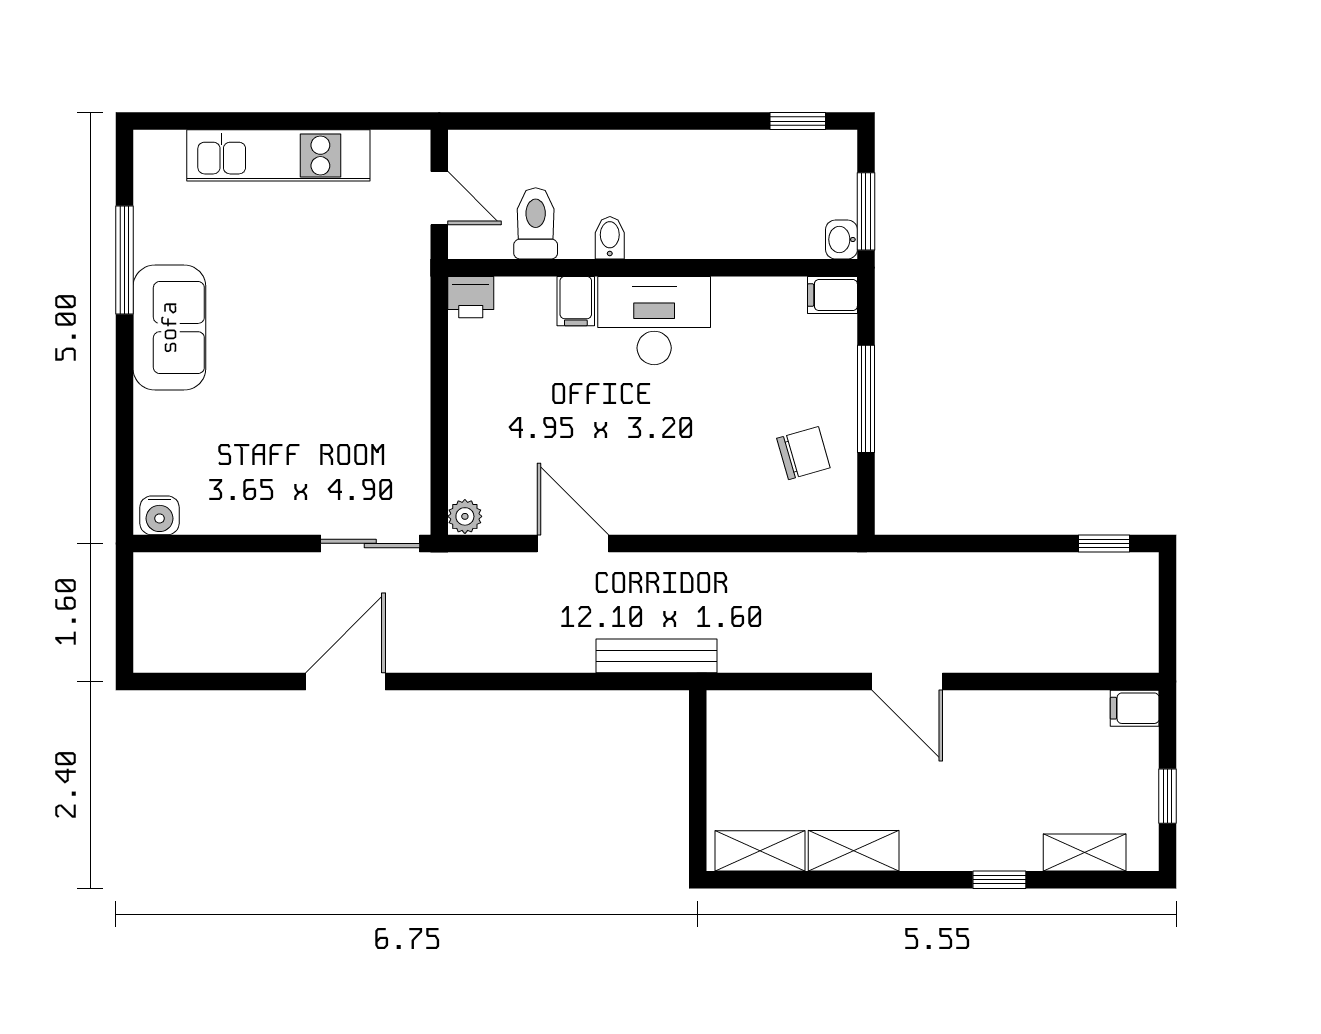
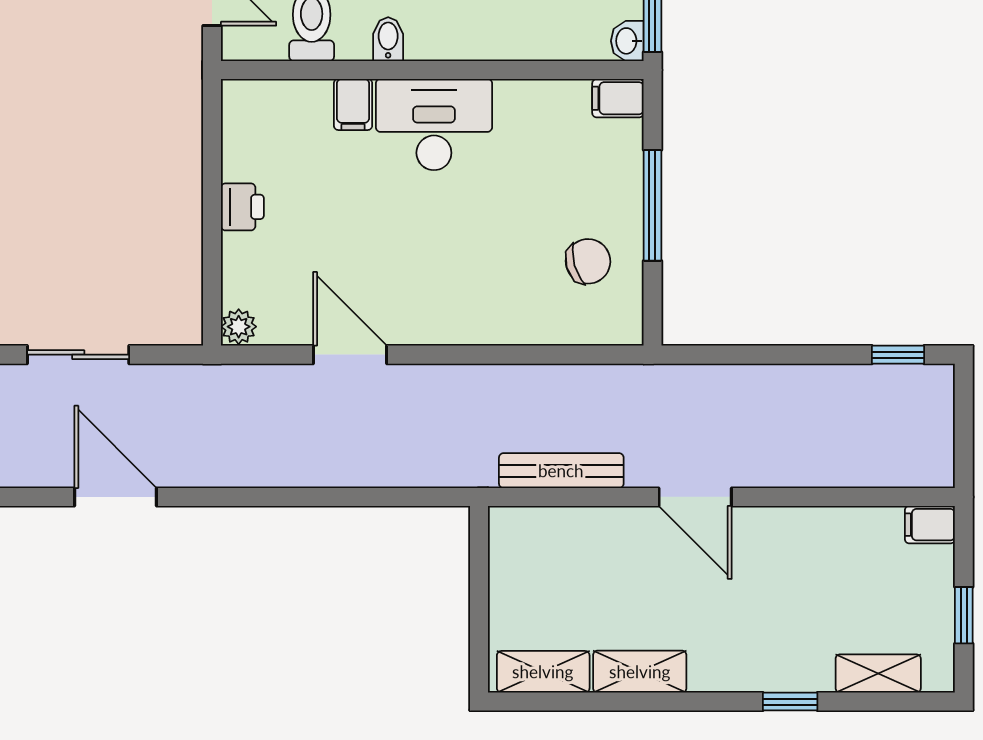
printer: (471, 297) -> (242, 207), moved, turned -90
sliding door: (370, 543) -> (78, 355), moved
bench: (656, 656) -> (561, 471), moved
door: (346, 681) -> (115, 497), hinge flipped

